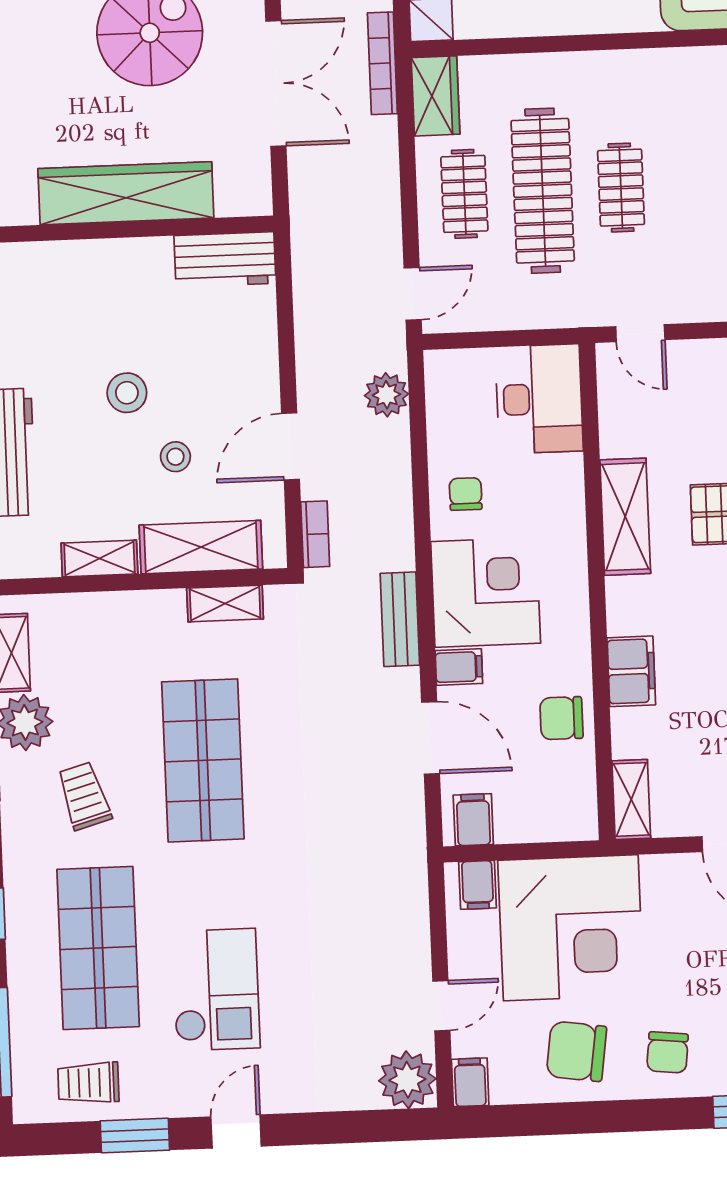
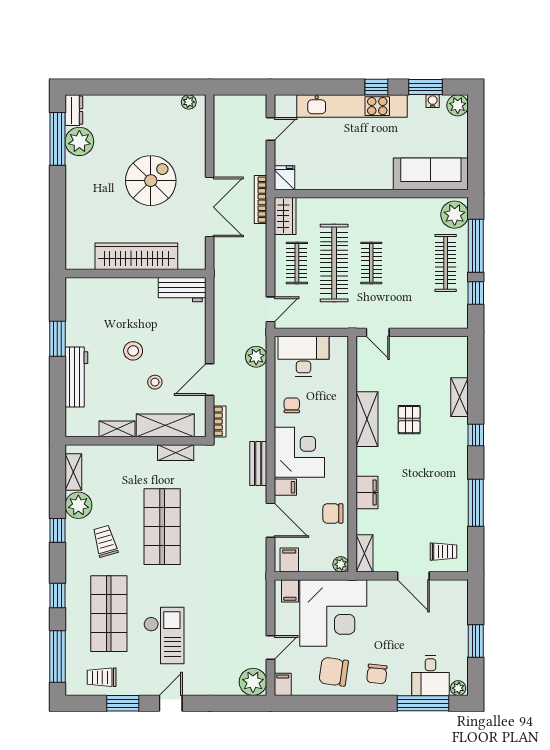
desk: (539, 399) -> (303, 356), moved, turned -90
plant: (582, 825) -> (341, 564), added

